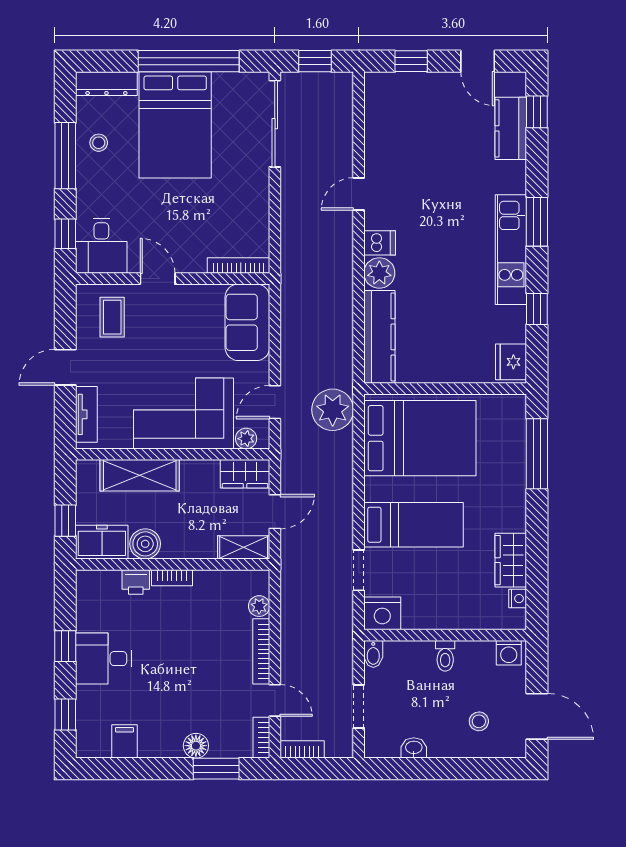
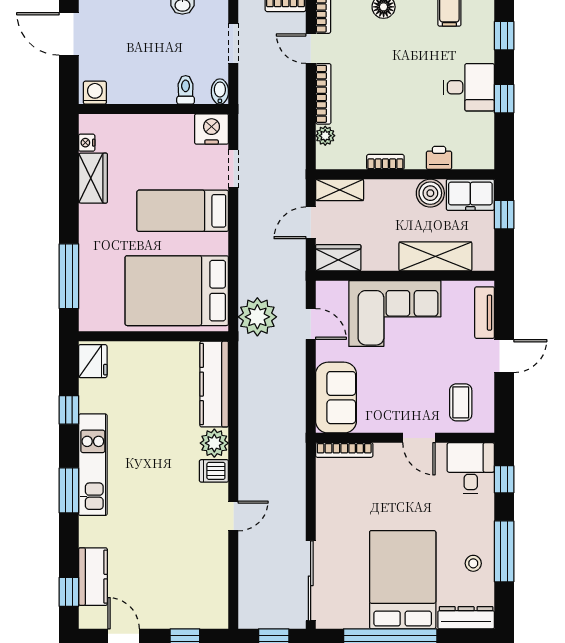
door: (275, 402) -> (311, 324), hinge flipped
plant: (246, 439) -> (337, 290), removed
bookcase: (172, 578) -> (385, 162), moved
toilet: (445, 656) -> (186, 90), moved
stool: (479, 721) -> (122, 29), removed

